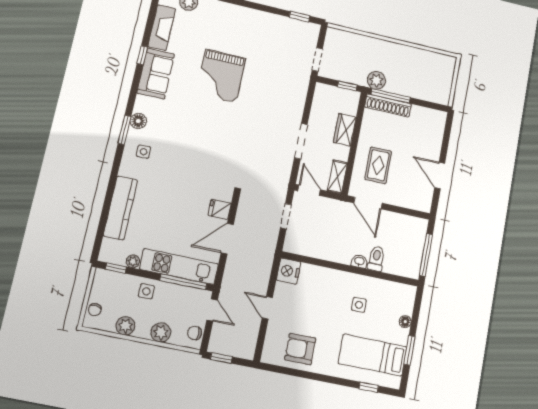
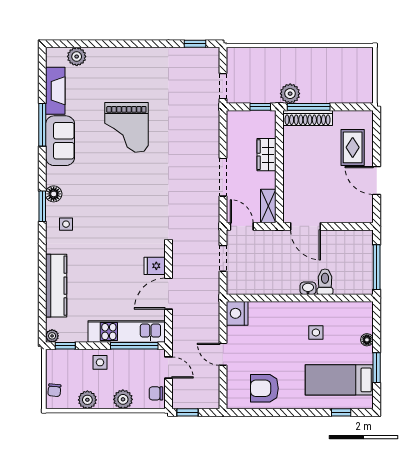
window: (142, 55) -> (42, 125), width x2.17
rug: (378, 165) -> (353, 147), moved
plant: (133, 261) -> (52, 336), moved

